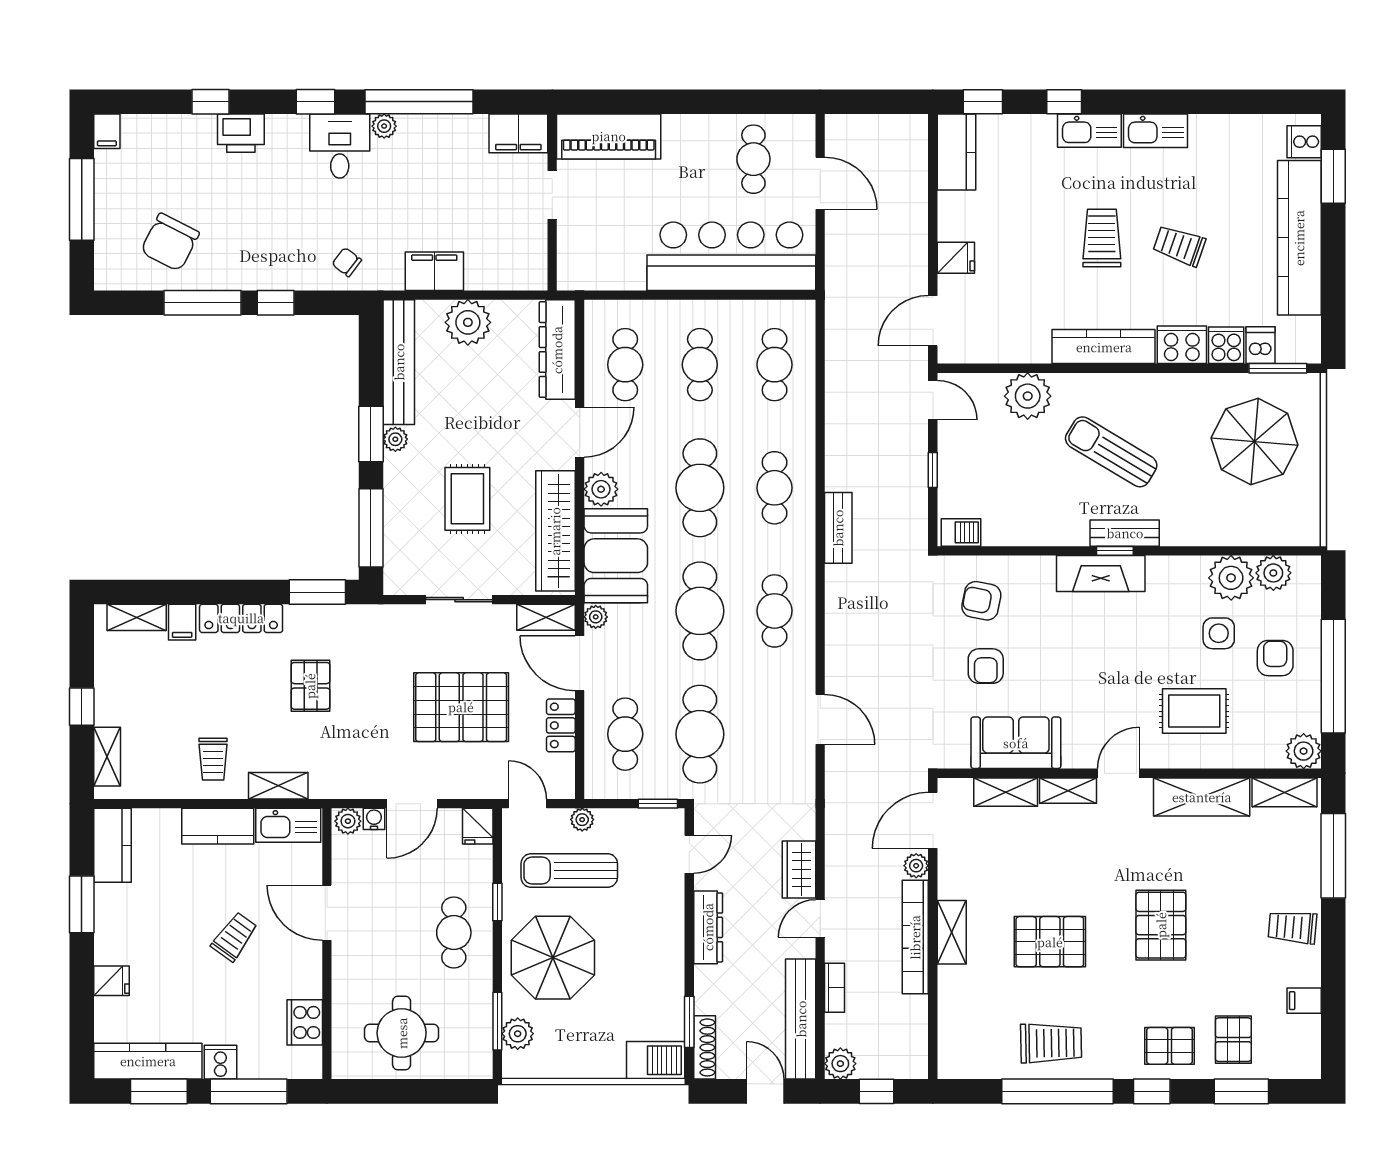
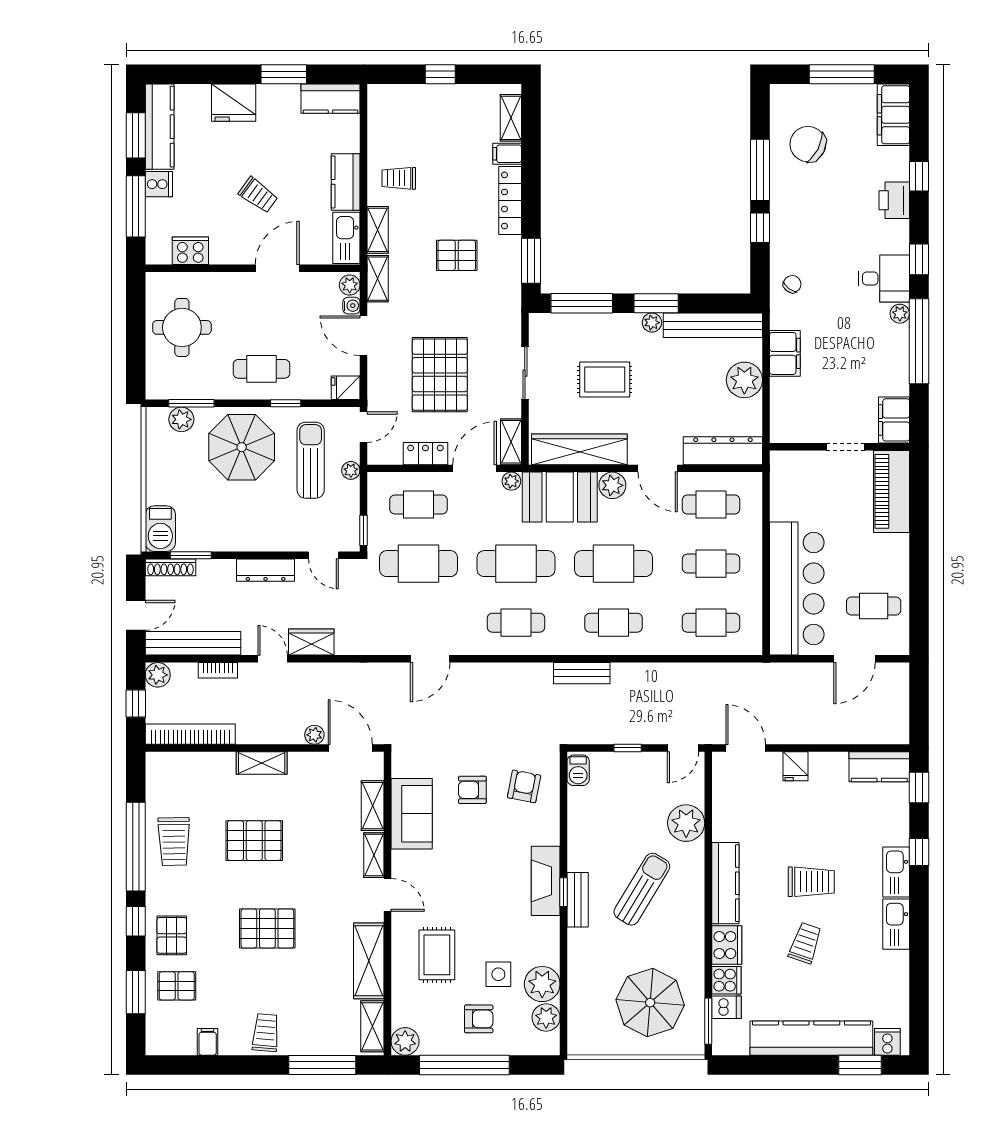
filing cabinet: (107, 131) -> (893, 115), width x3.00, depth x1.17
shelving: (107, 757) -> (378, 279), moved, turned 90
bookcase: (915, 937) -> (190, 734), moved
pallet: (1050, 942) -> (254, 841), turned 90
fridge: (112, 981) -> (234, 103), width x1.88, depth x1.34

